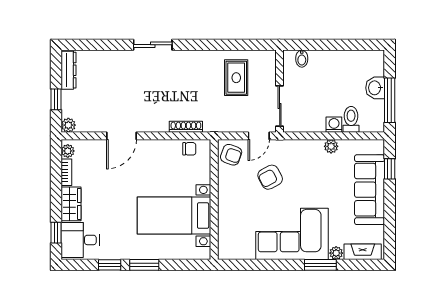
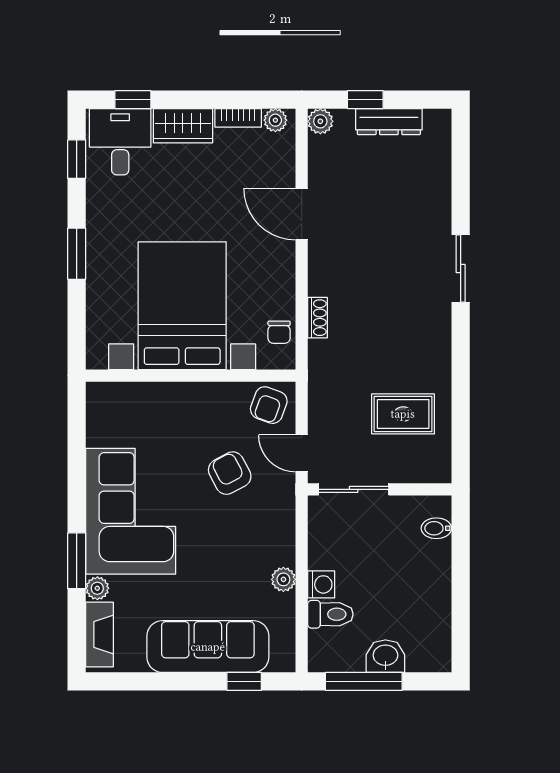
dresser: (69, 70) -> (389, 122), moved
shoe rack: (186, 127) -> (317, 318), width x0.70
bed with nightstands: (174, 216) -> (182, 306), width x1.36
window: (110, 265) -> (77, 159), moved

